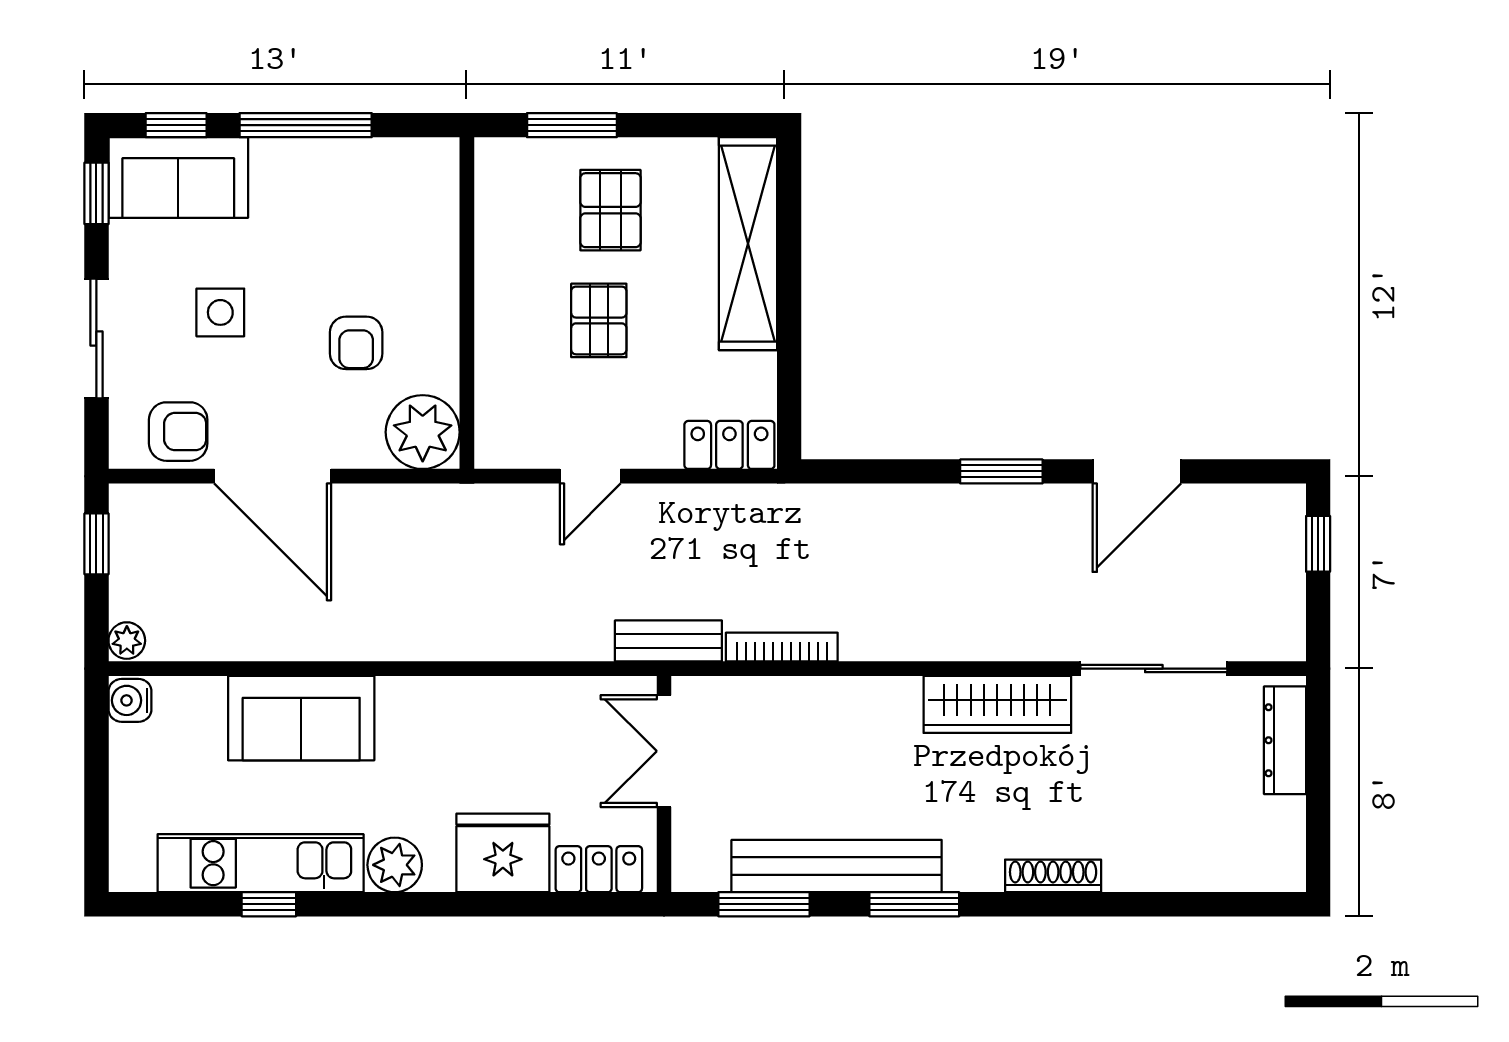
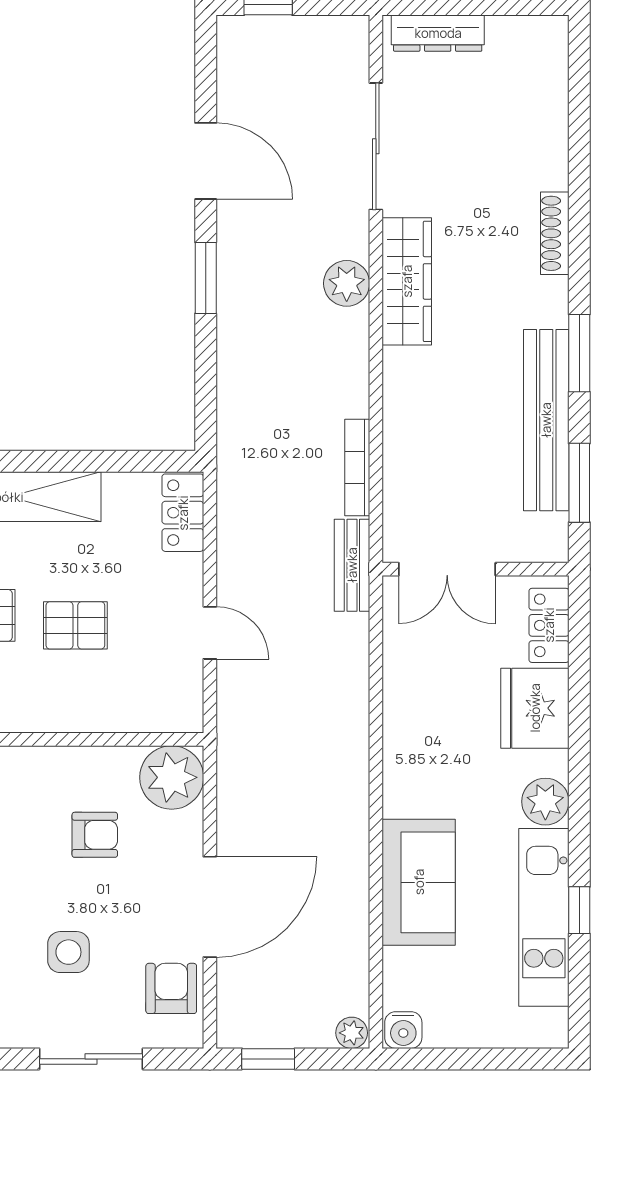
plant: (995, 635) -> (347, 283), added

